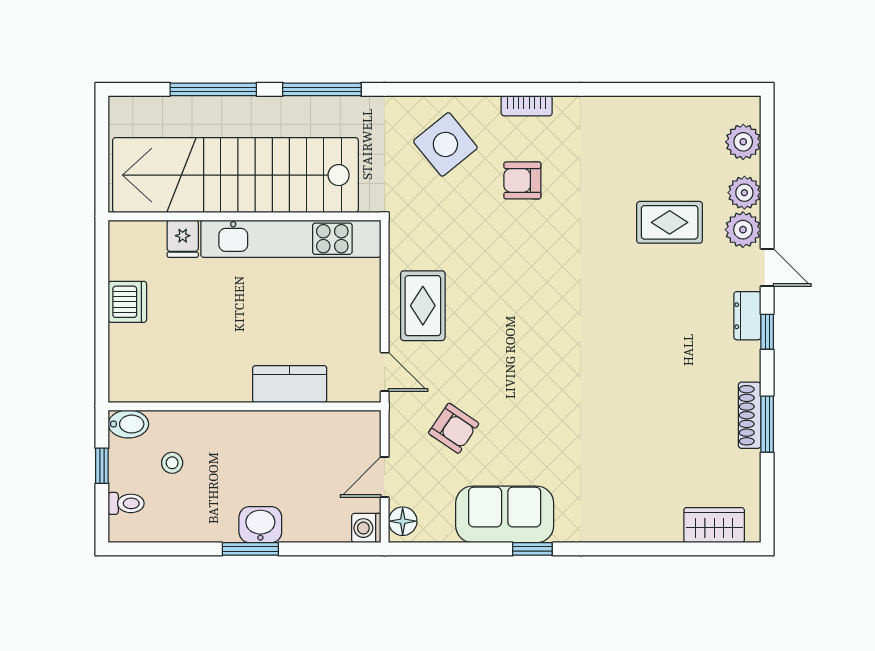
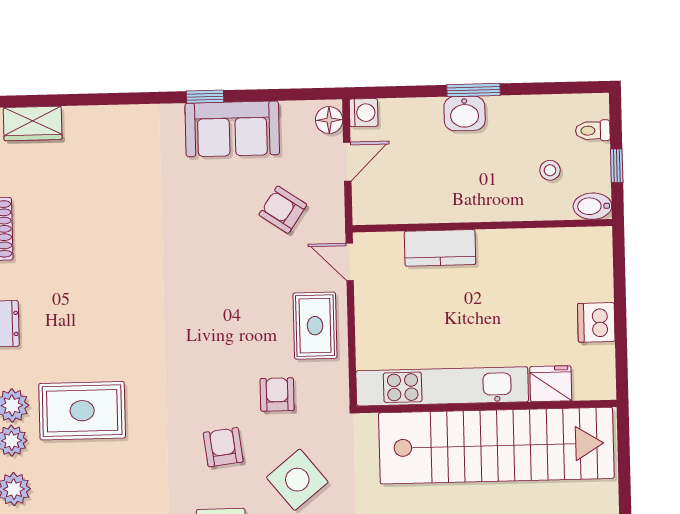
armchair: (522, 180) -> (223, 447), turned -97
rug: (670, 222) -> (82, 411), width x1.36, depth x1.43
armchair: (464, 234) -> (277, 395), added
fridge: (183, 239) -> (551, 384), width x1.38

